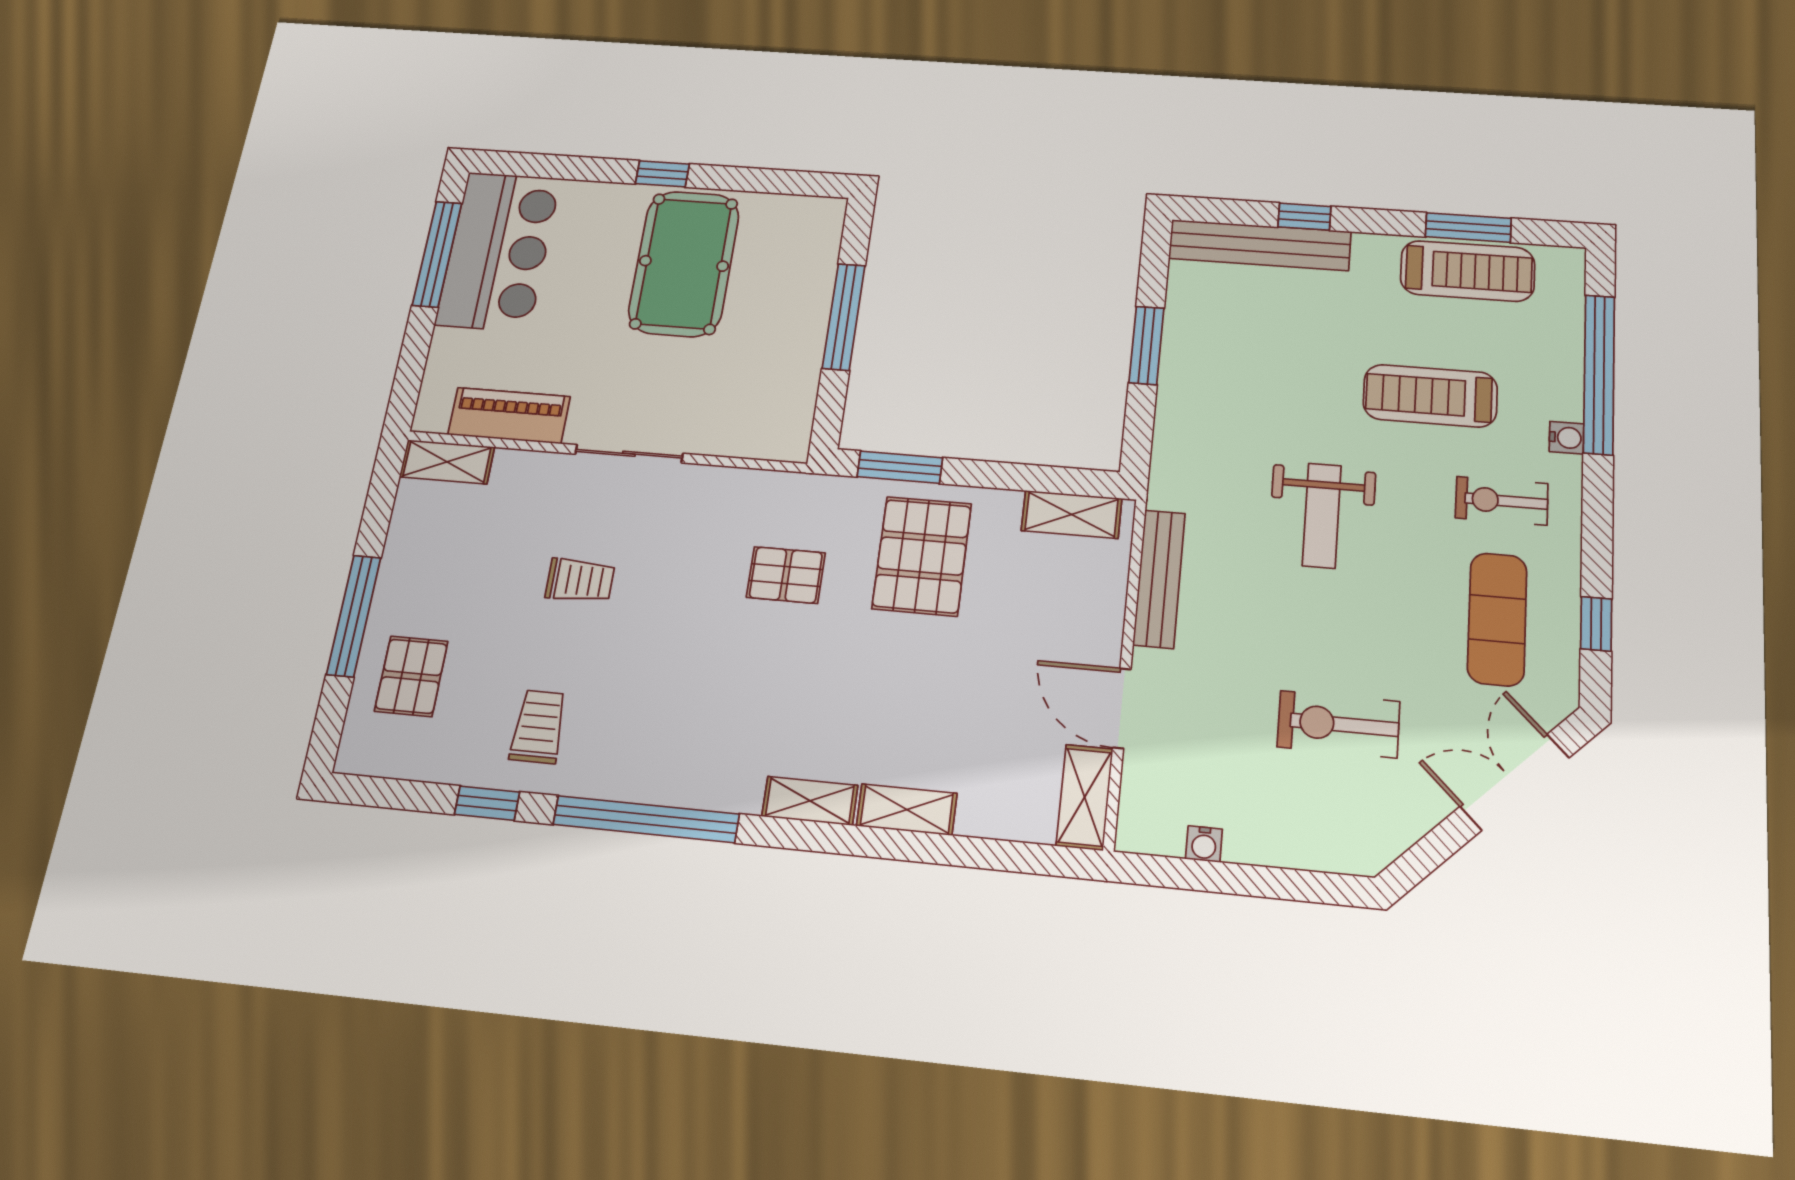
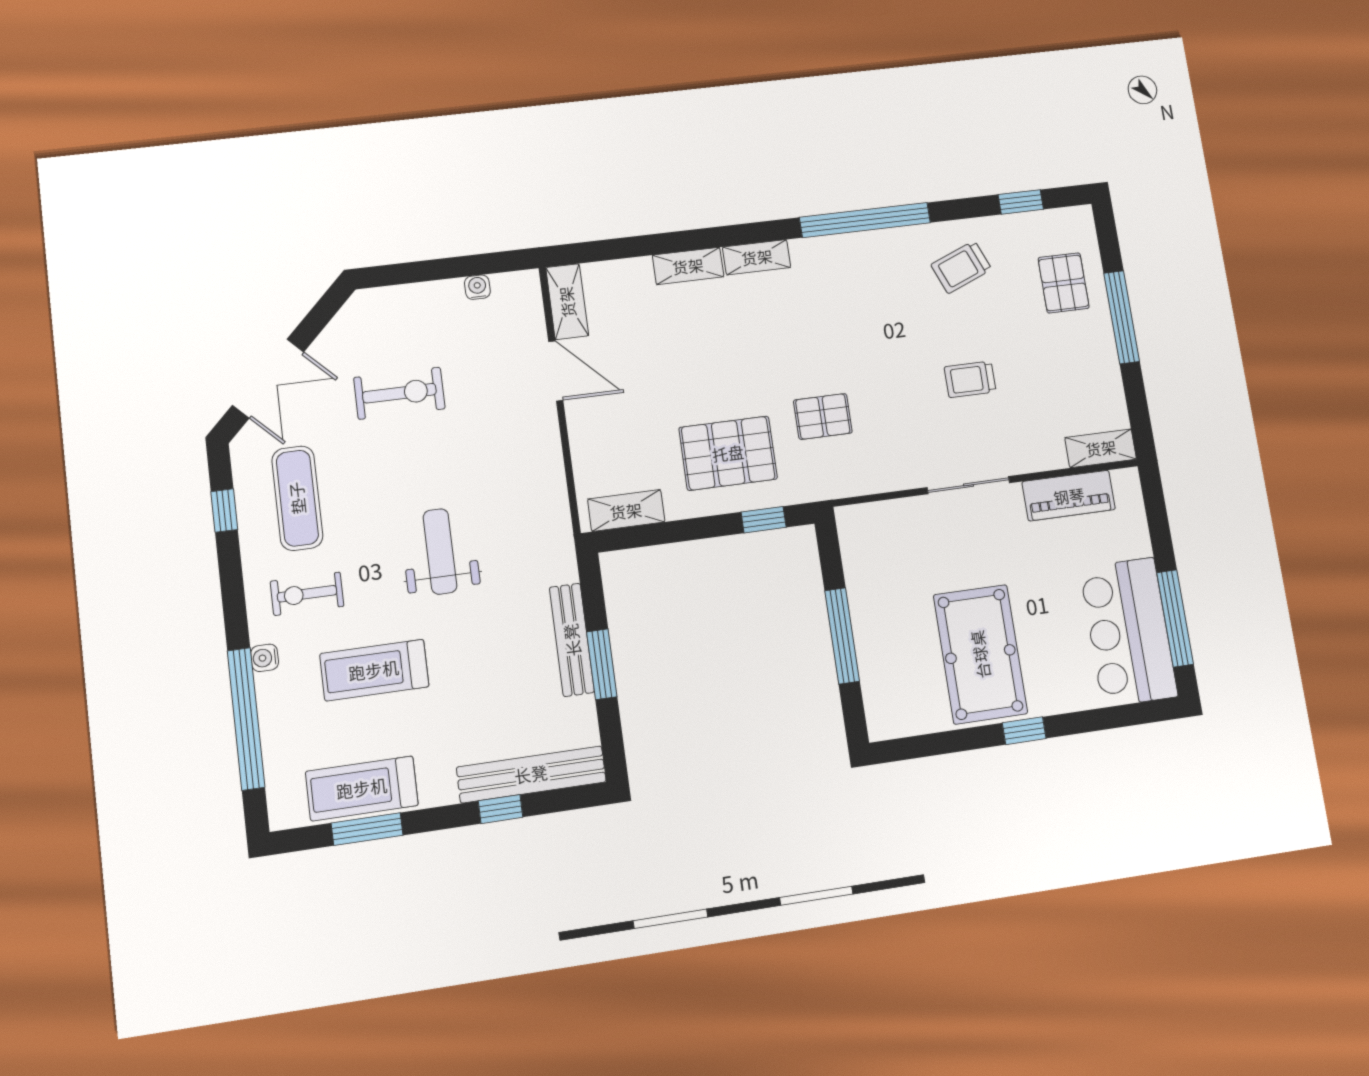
treadmill: (1430, 396) -> (374, 670), turned 180
window: (900, 467) -> (764, 520), width x0.67
exercise bike: (1502, 501) -> (307, 594), turned 180
pallet: (922, 556) -> (728, 453), turned 90
bench: (1159, 579) -> (572, 640), moved
trolley: (539, 727) -> (961, 267), turned 68
window: (487, 803) -> (1021, 202), moved

